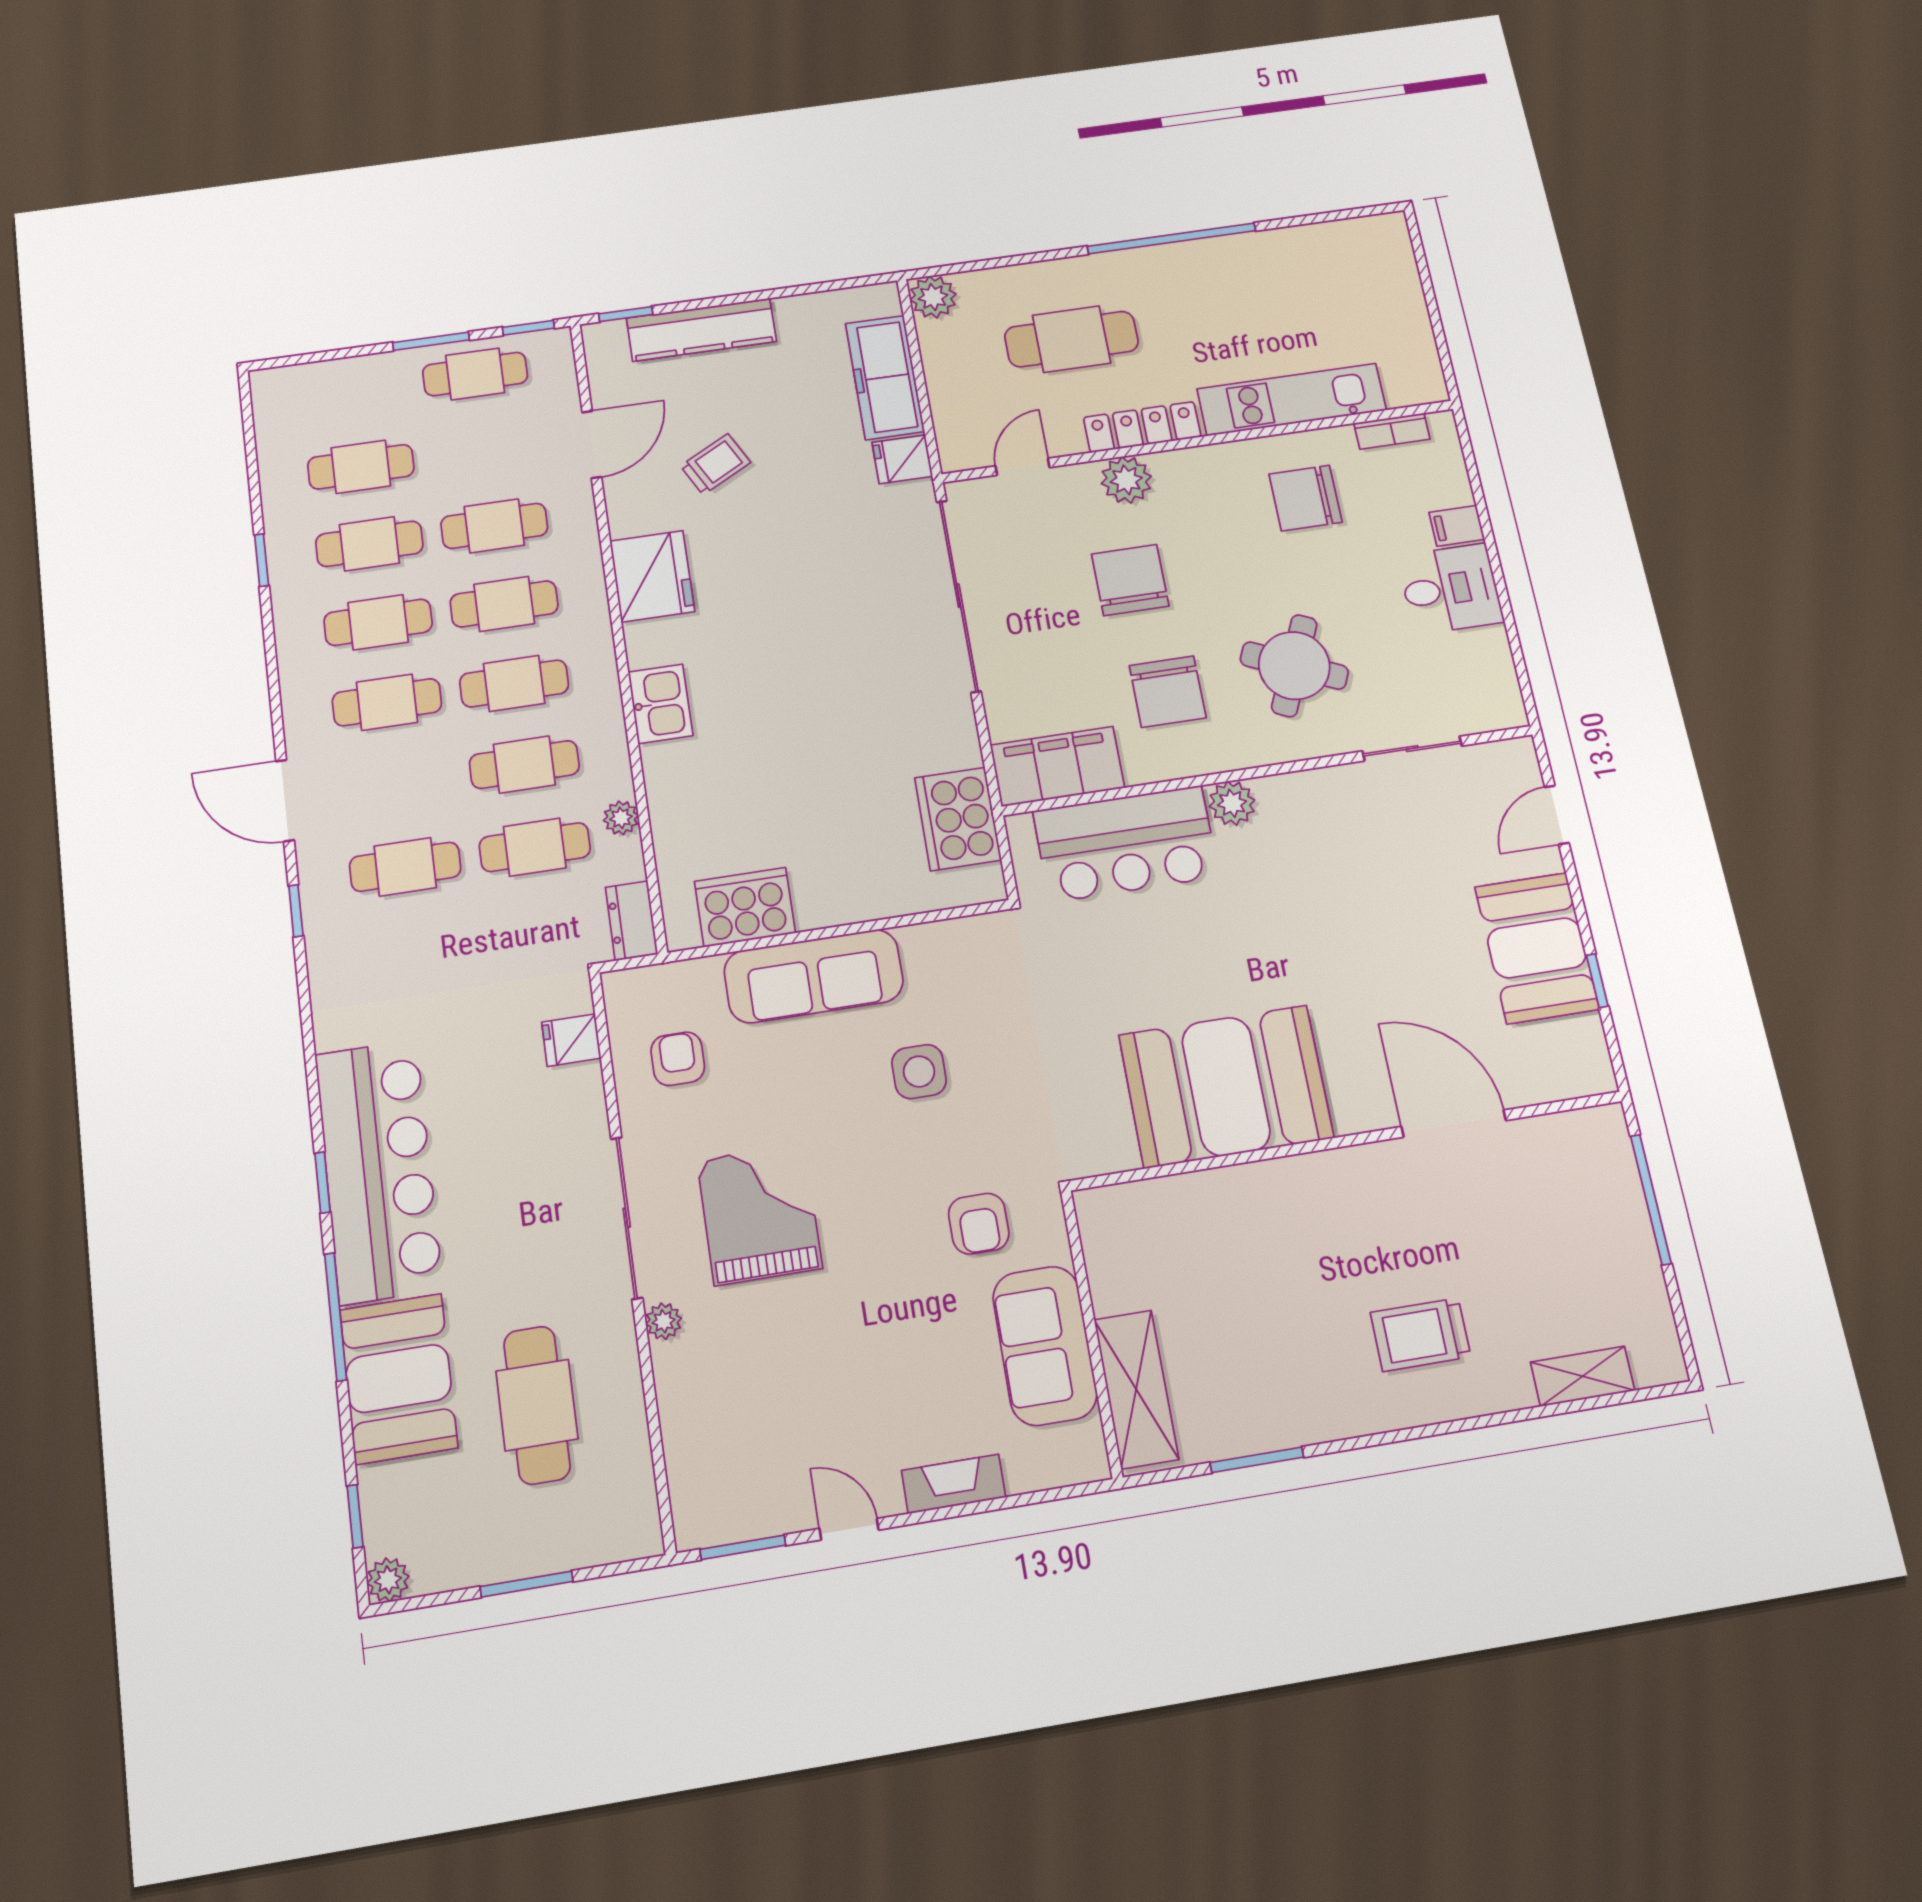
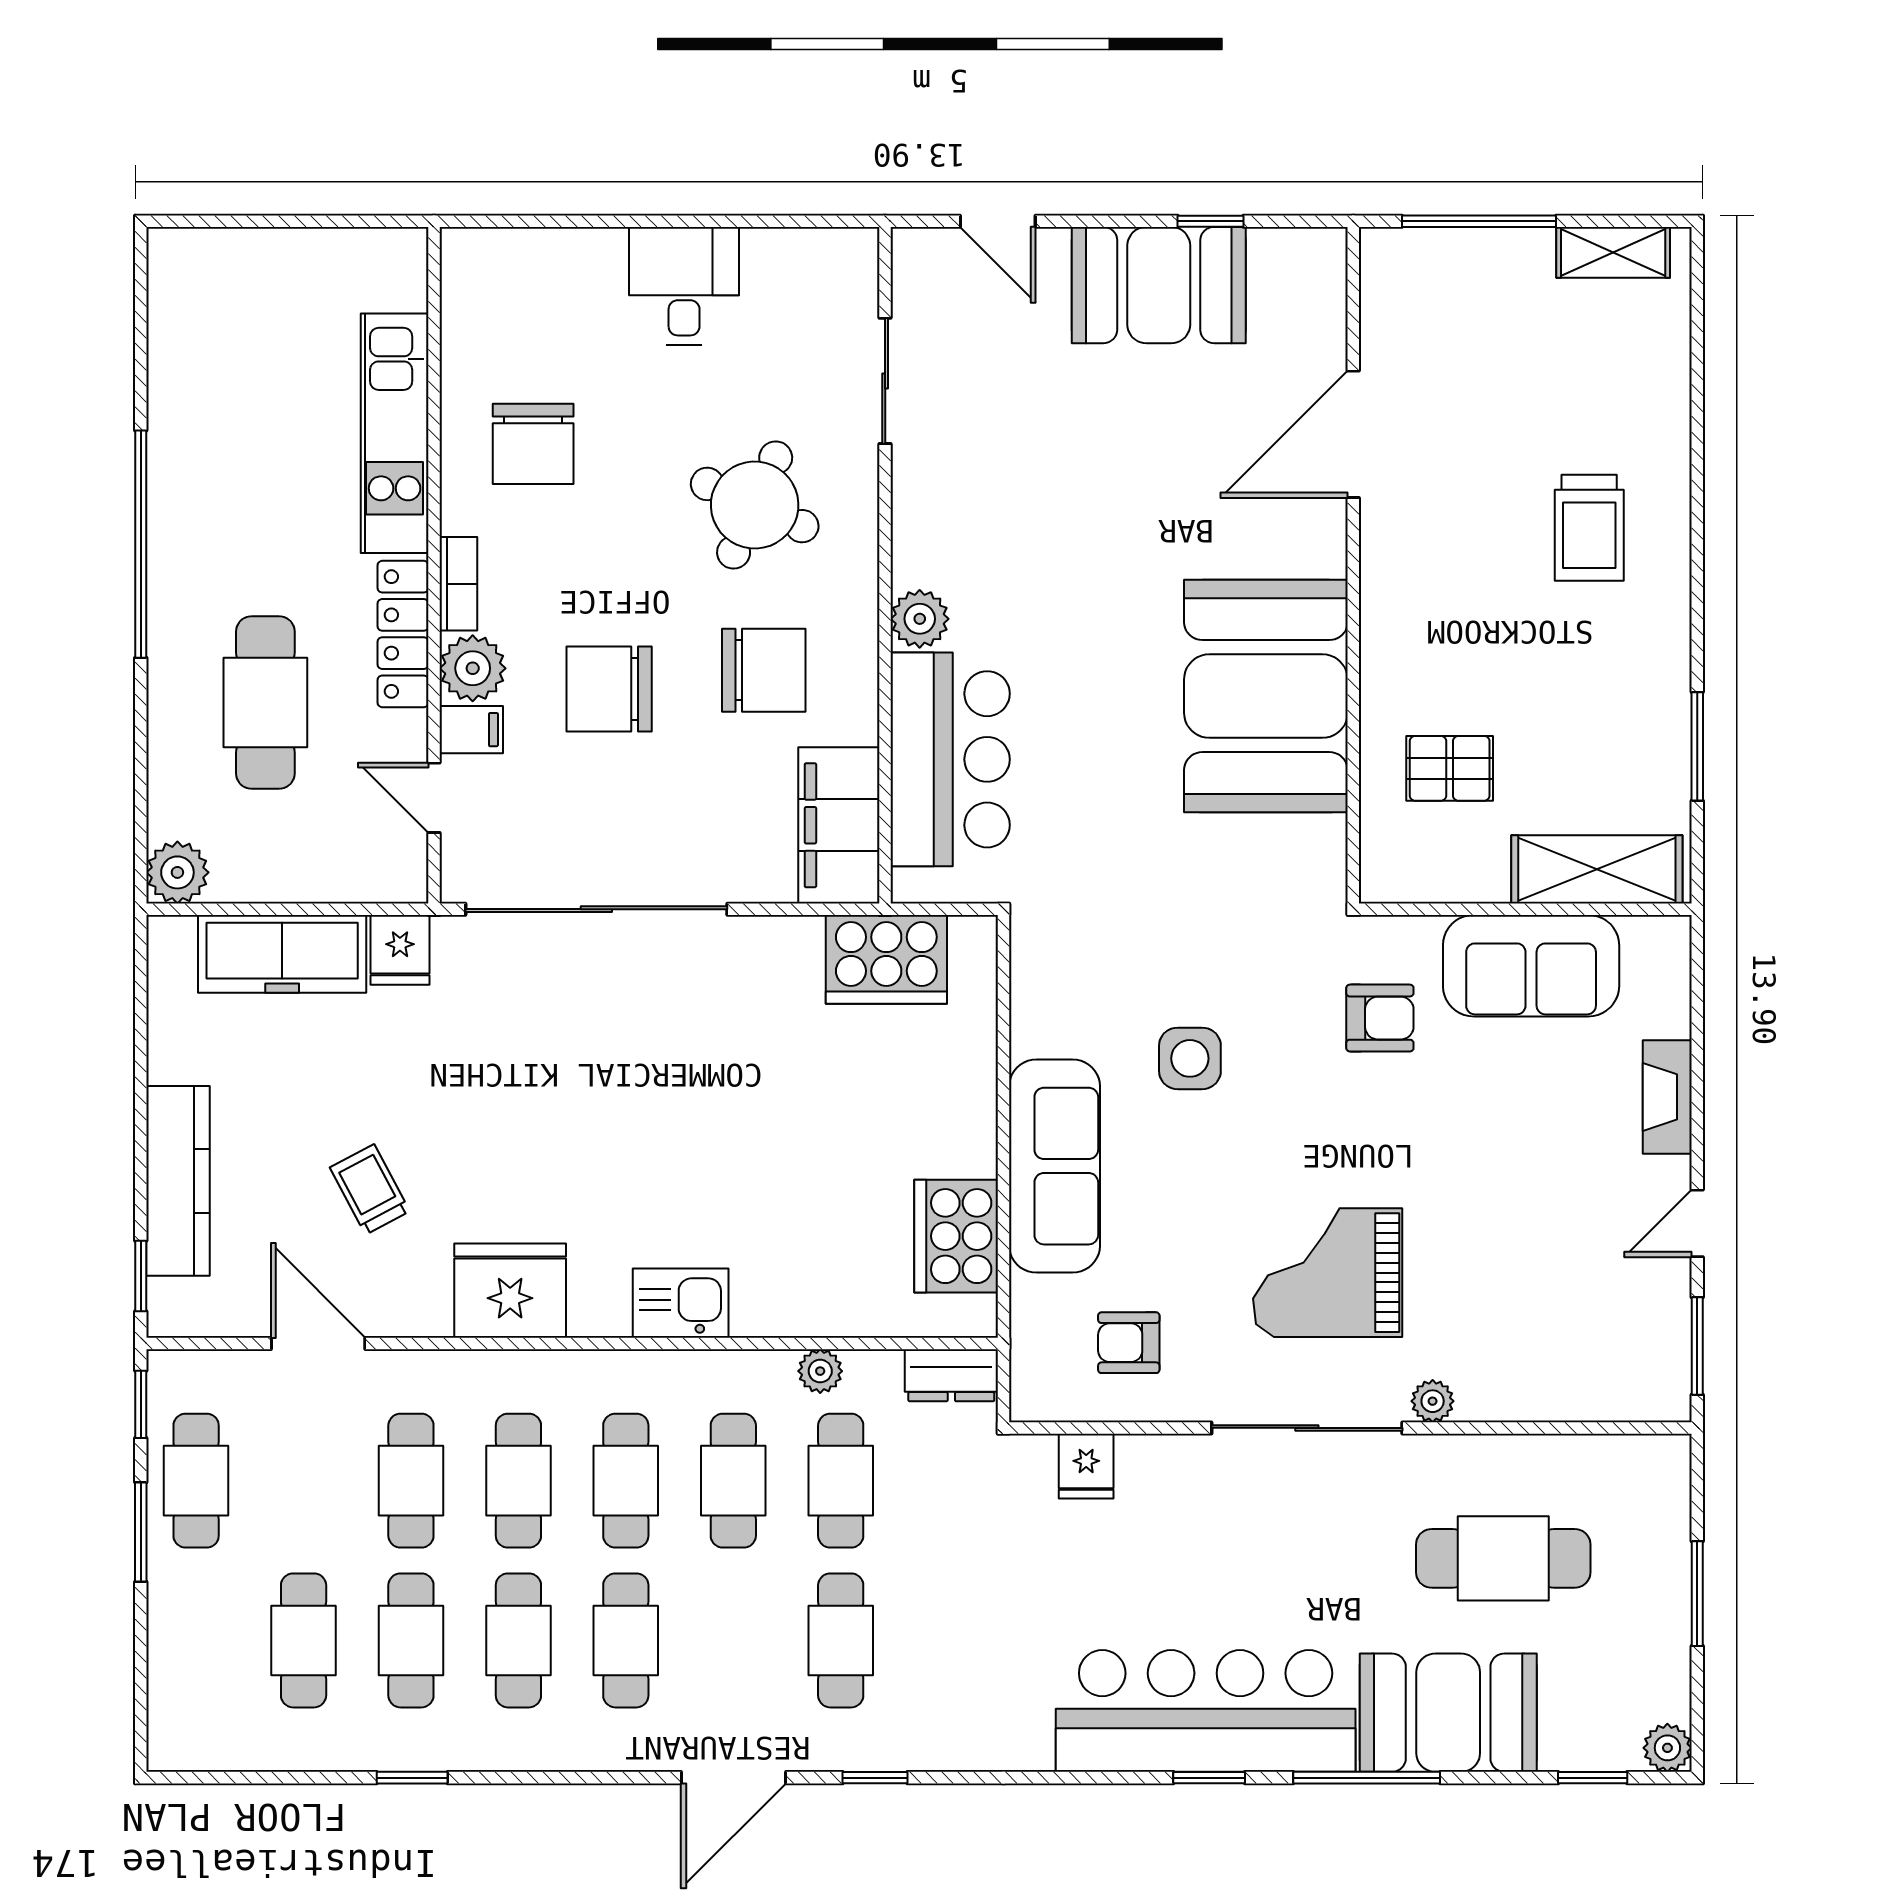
bookcase: (1392, 431) -> (458, 584), moved
filing cabinet: (1457, 526) -> (471, 730), moved, turned -90
pallet: (1197, 1249) -> (1450, 768), added
shelving: (1583, 1376) -> (1613, 252), moved, turned 90

